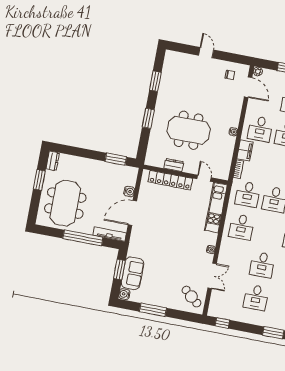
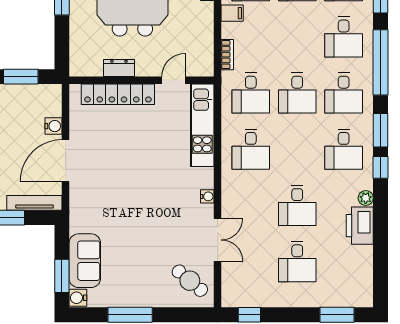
filing cabinet: (245, 150) -> (232, 13), width x0.50
door: (204, 178) -> (173, 80), hinge flipped
window: (119, 269) -> (62, 276), moved

